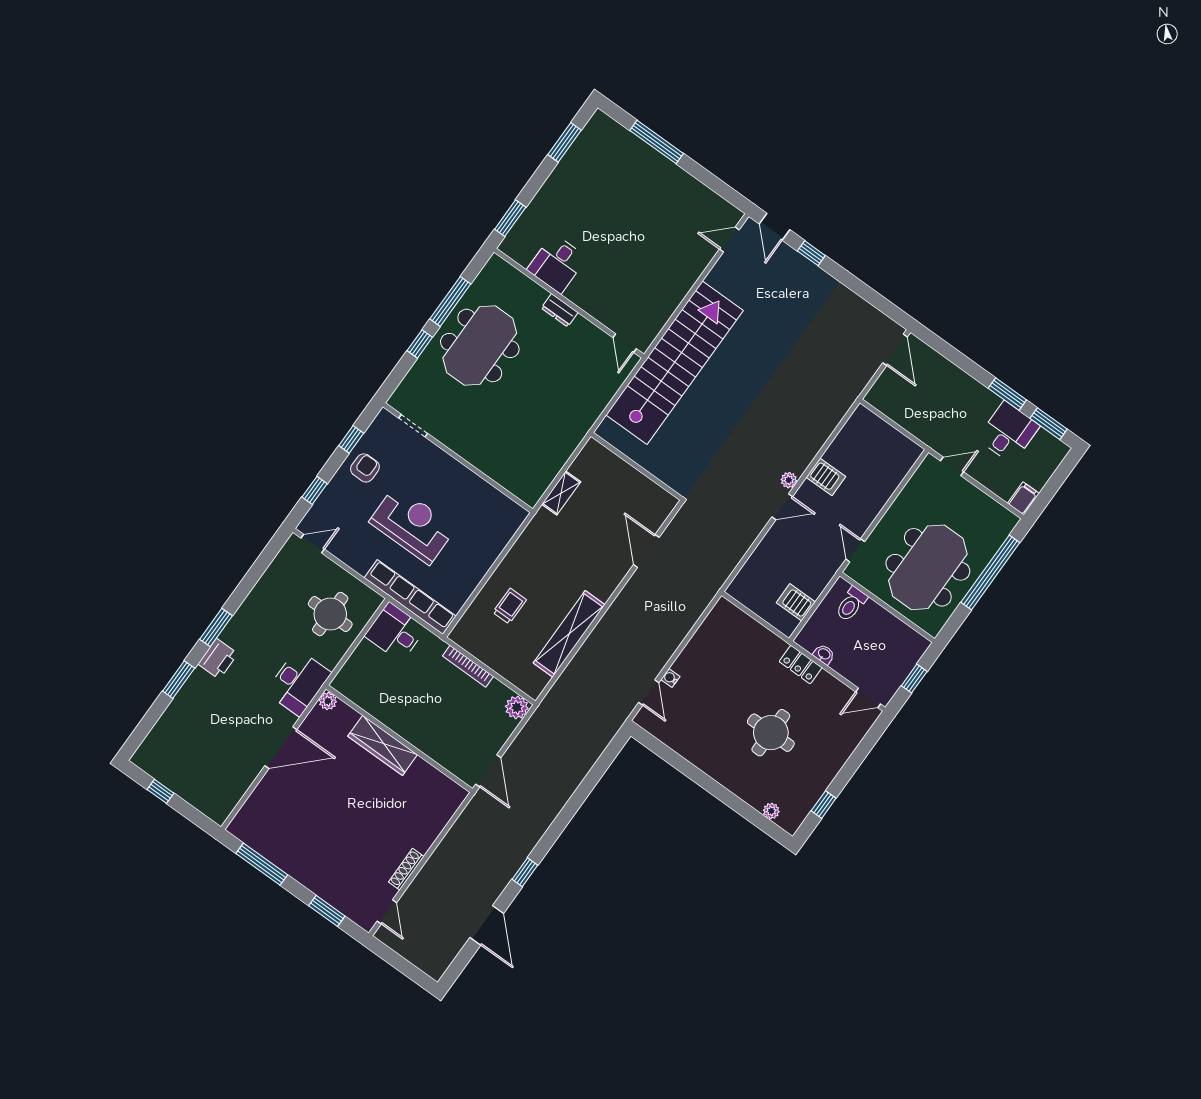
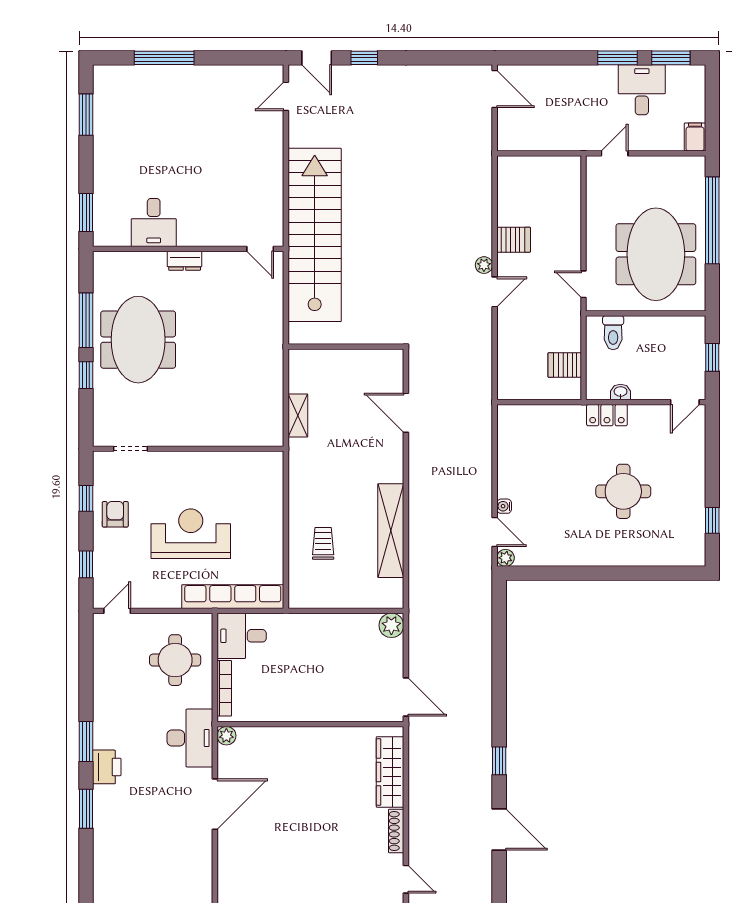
bookcase: (468, 666) -> (224, 688), moved, turned -90
wardrobe: (383, 745) -> (390, 772), moved, turned 90
plant: (771, 811) -> (506, 558), moved

